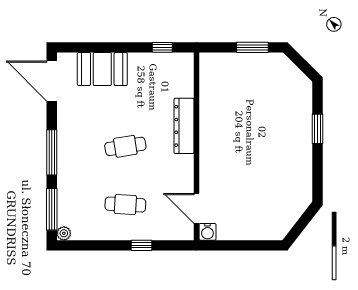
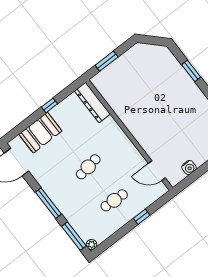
window: (162, 47) -> (49, 105), moved
window: (252, 47) -> (107, 61), moved
dresser: (184, 126) -> (92, 103), moved
water cooler: (207, 232) -> (189, 168), moved

